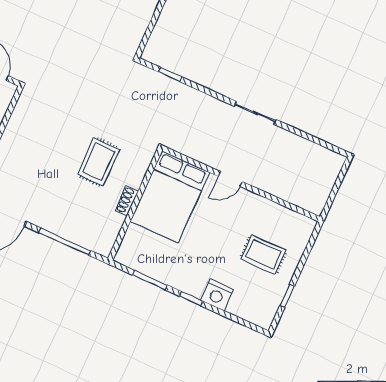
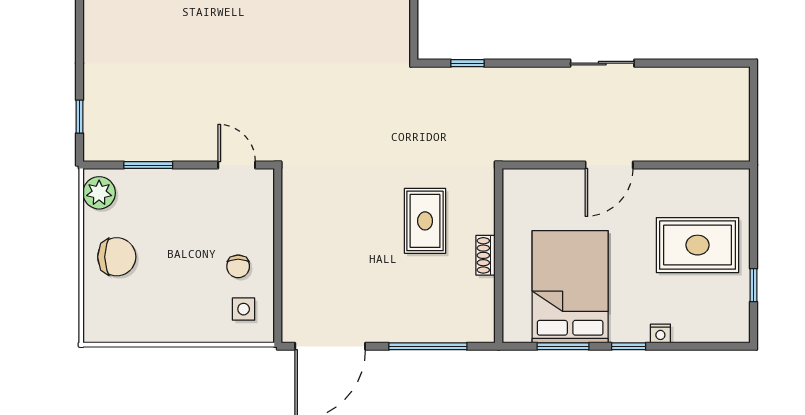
door: (230, 179) -> (609, 165), width x1.38
bed: (170, 197) -> (570, 287), moved, turned 180
rug: (263, 254) -> (697, 245), width x1.36, depth x1.43
nightstand: (217, 295) -> (660, 333), width x0.53, depth x0.56

